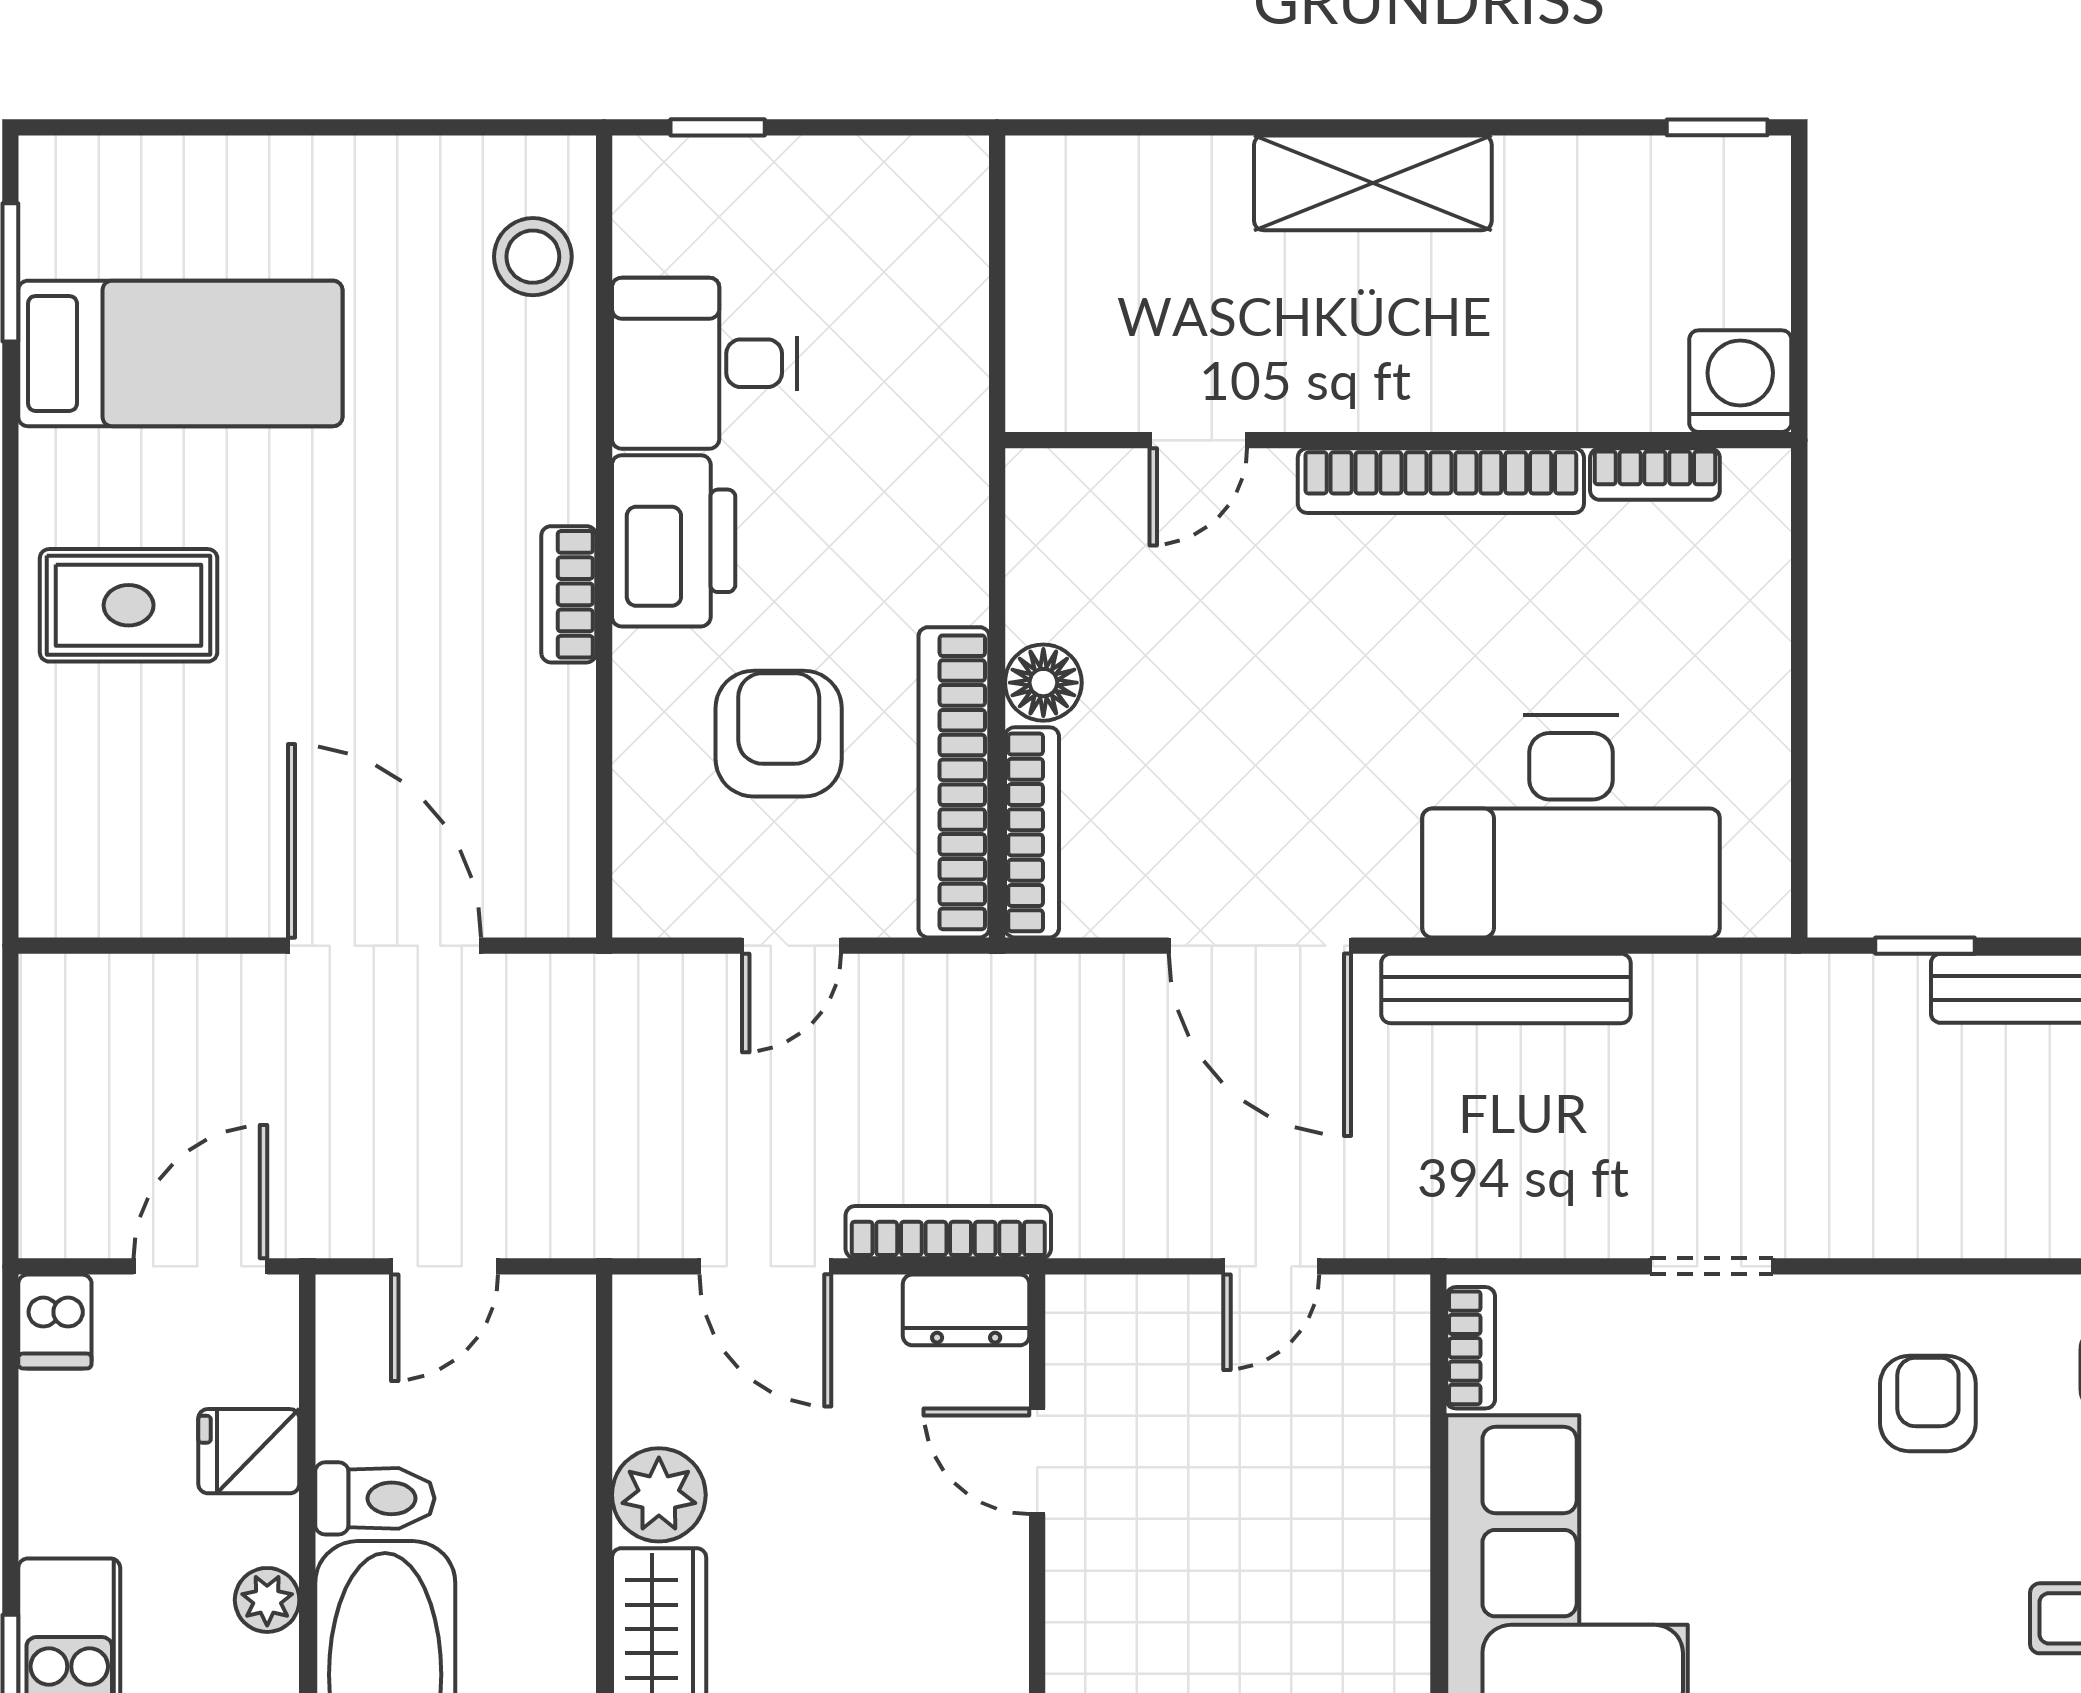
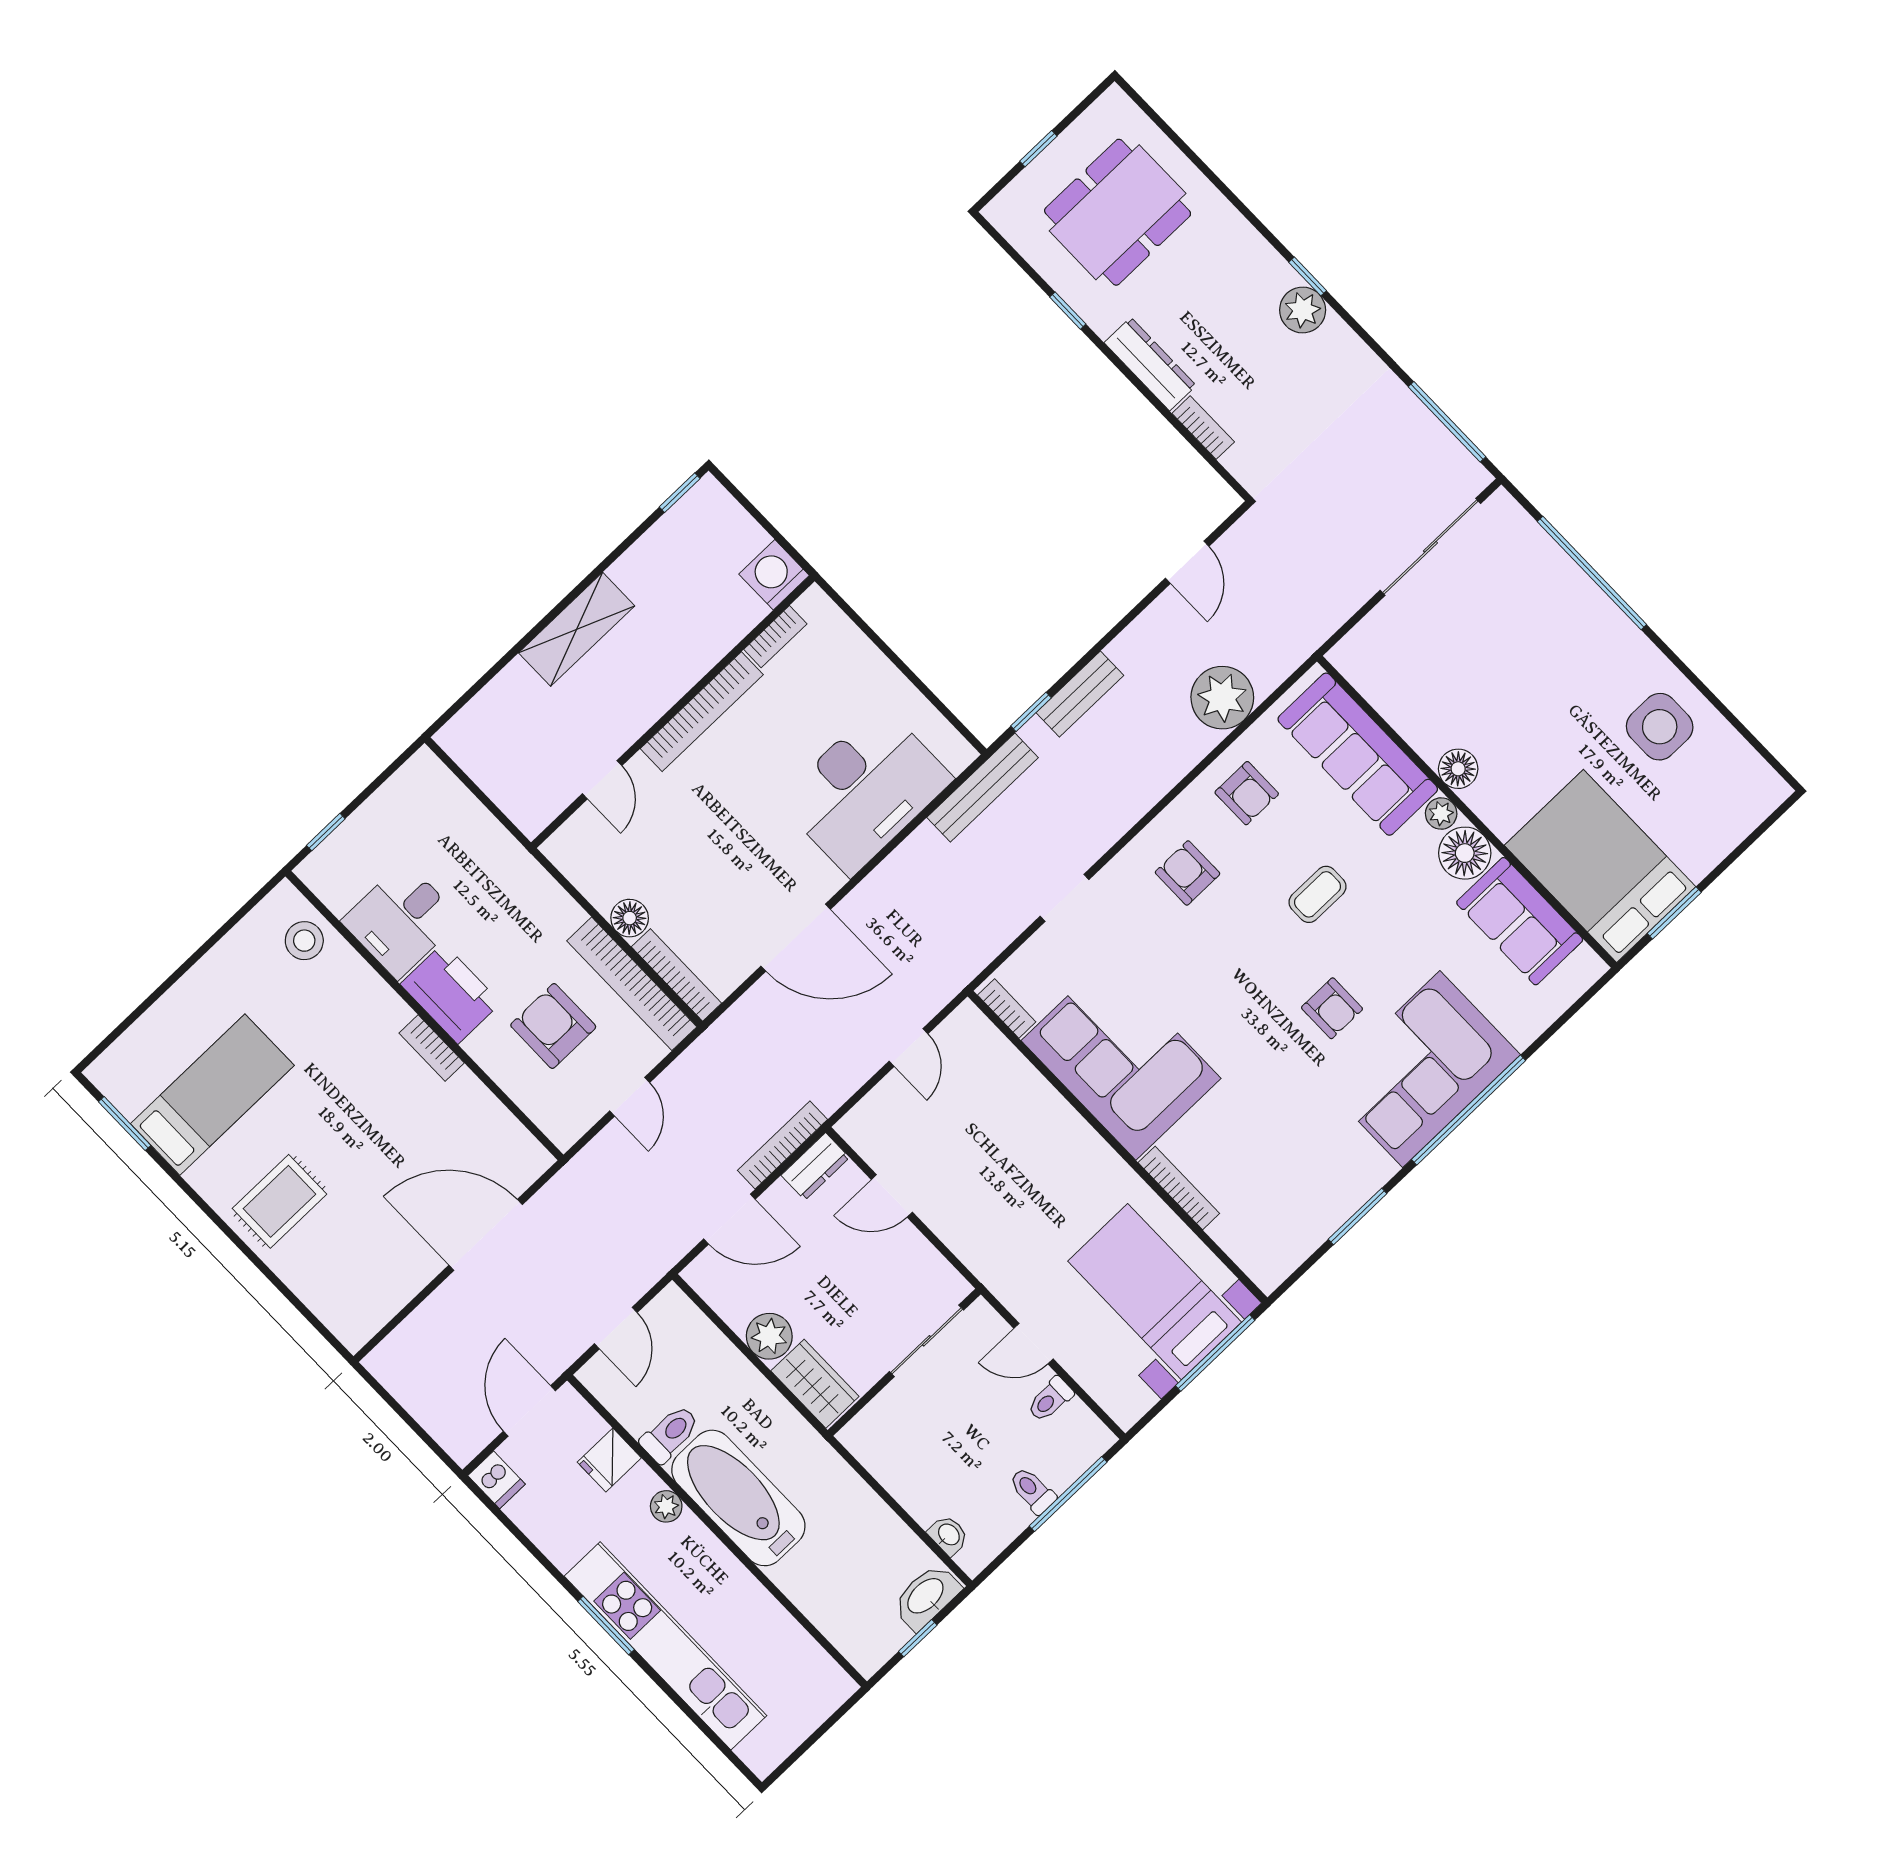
bench: (1506, 988) -> (983, 788), moved

